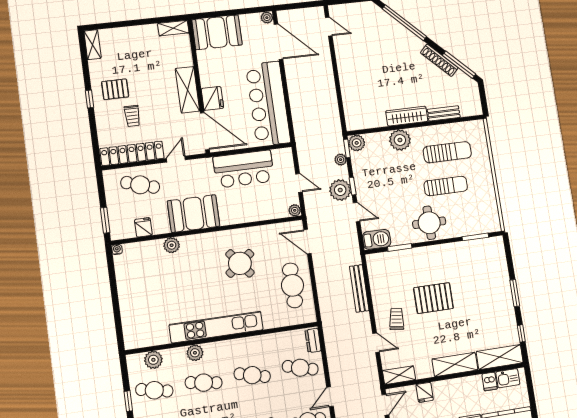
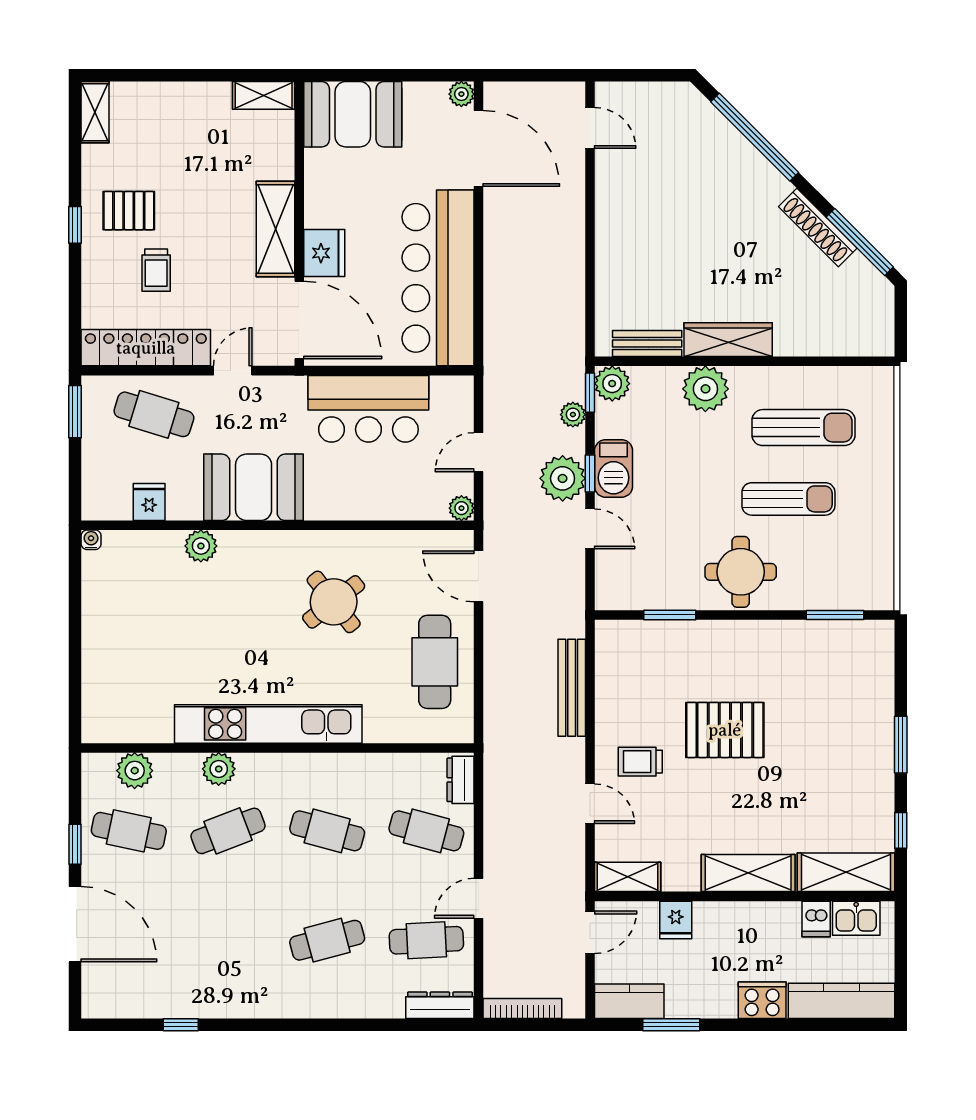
bench: (444, 113) -> (647, 344), moved
door: (299, 183) -> (479, 452), swing flipped
window: (105, 220) -> (75, 412), moved
barbecue: (377, 239) -> (614, 468), moved, turned 90
trolley: (397, 319) -> (640, 762), turned -97
cafe table: (204, 383) -> (228, 831), turned -30

